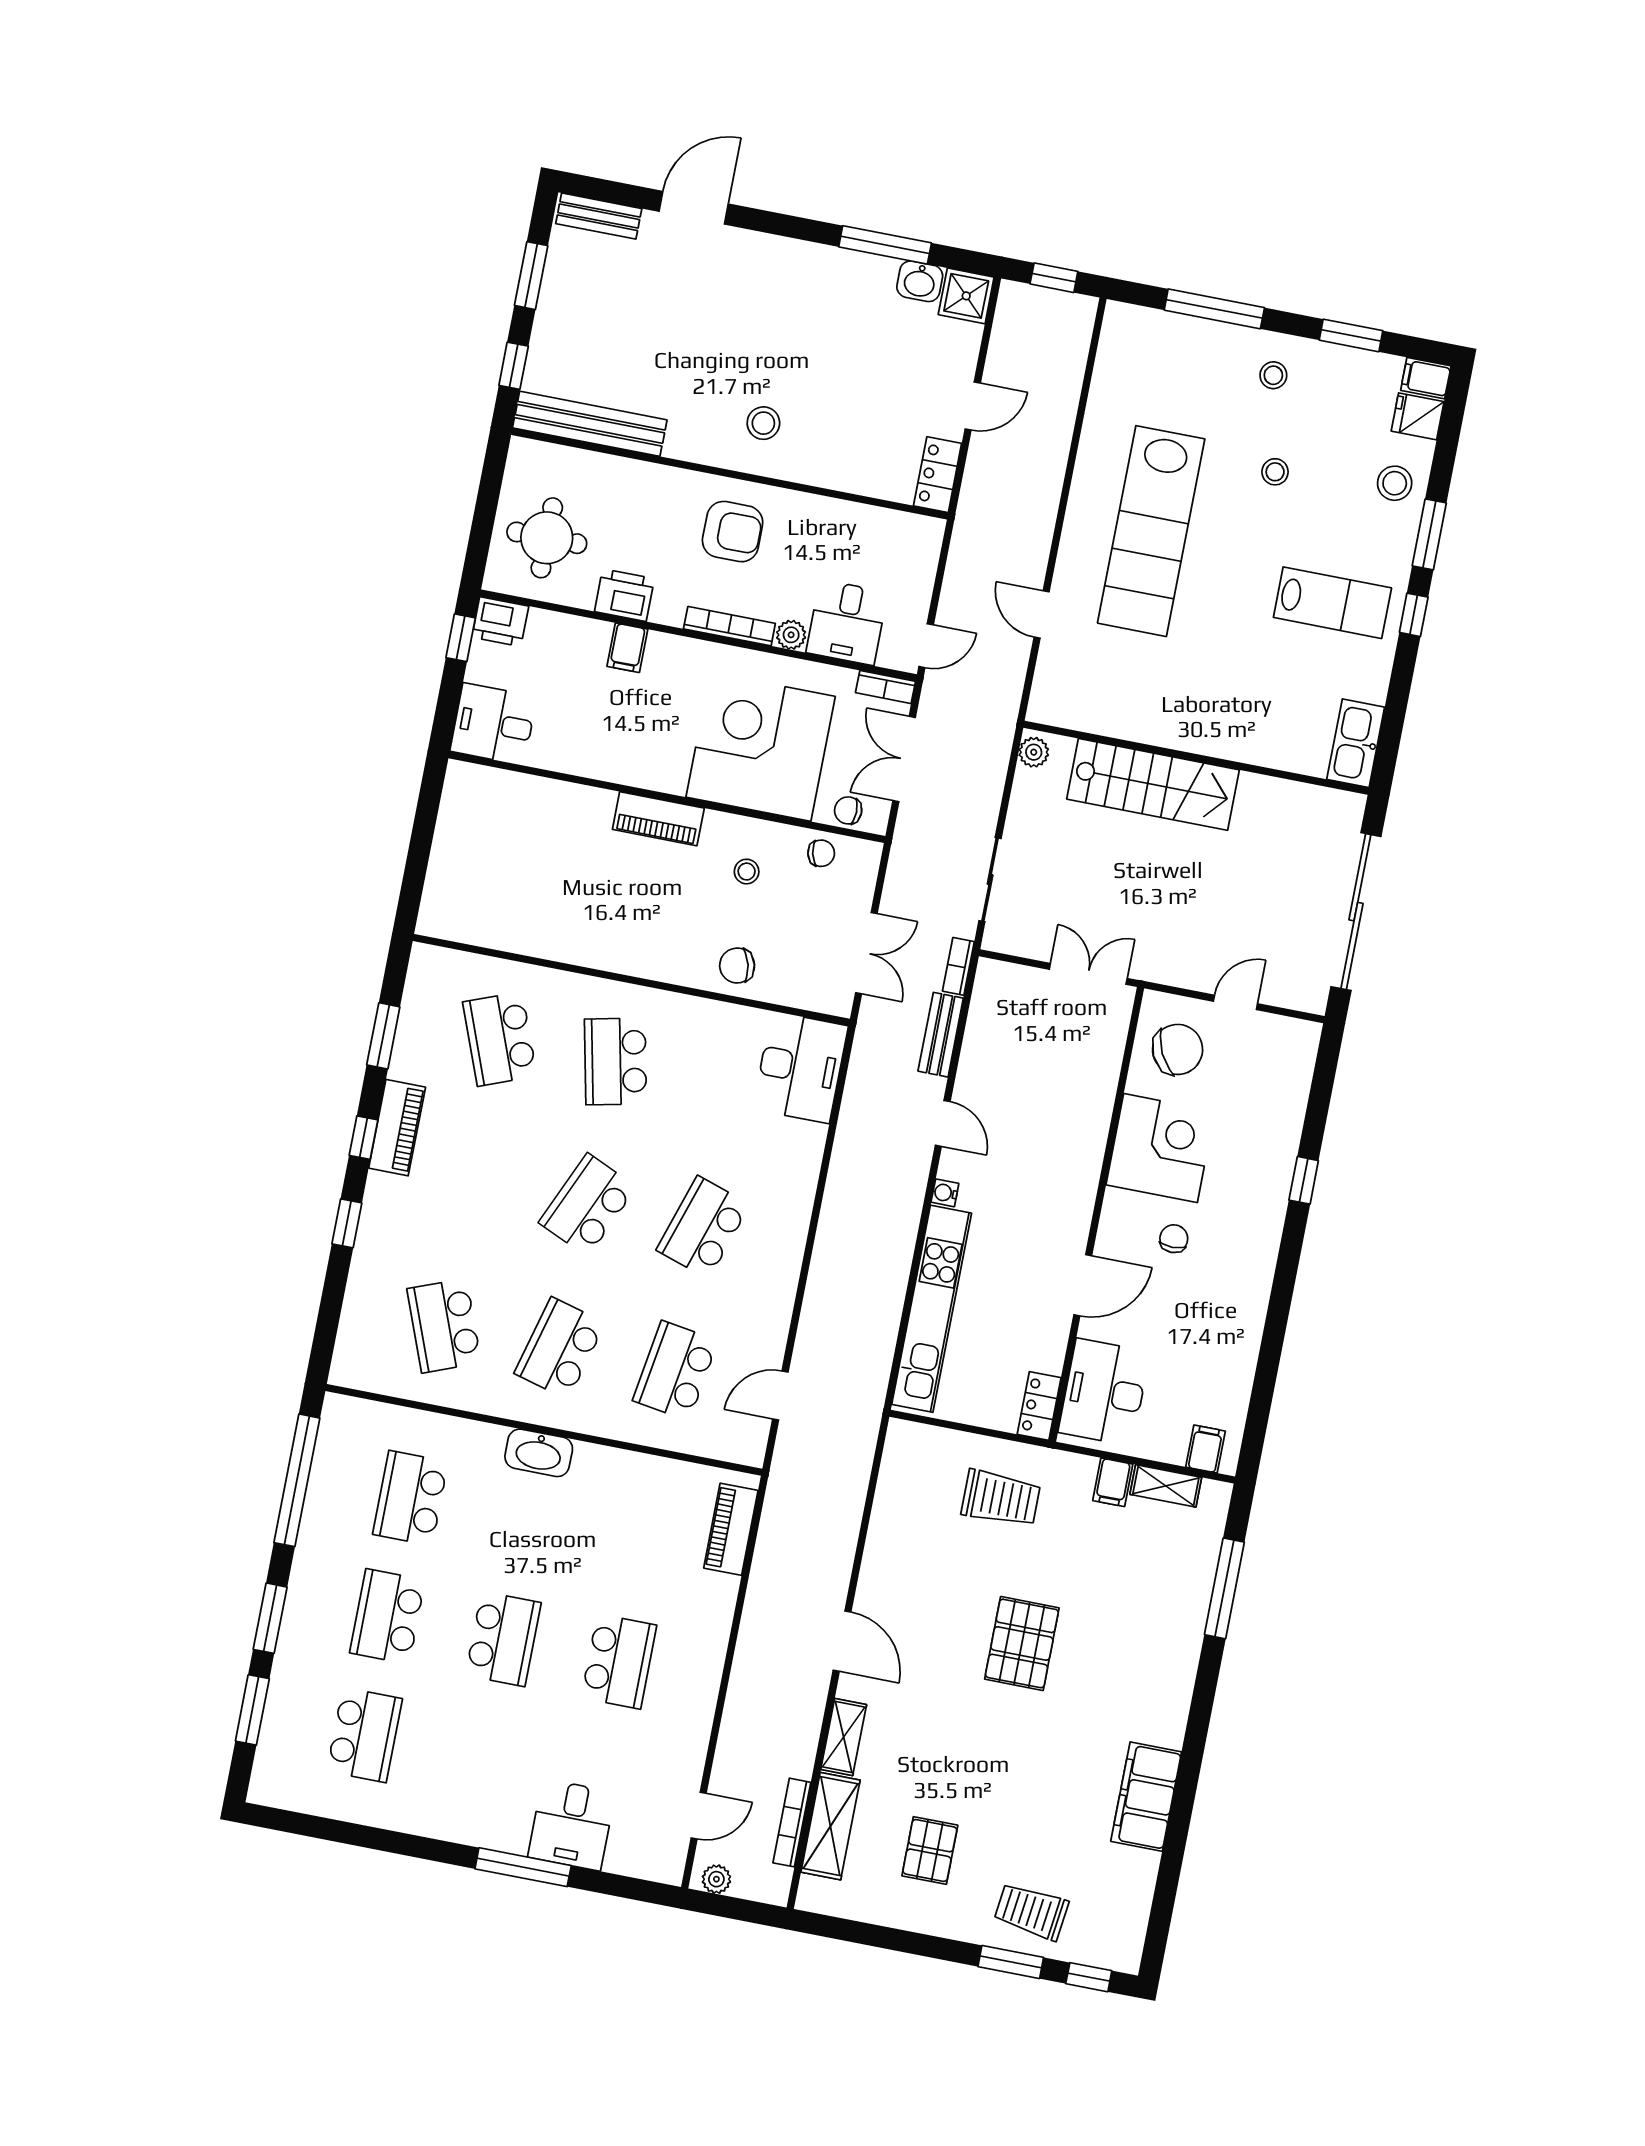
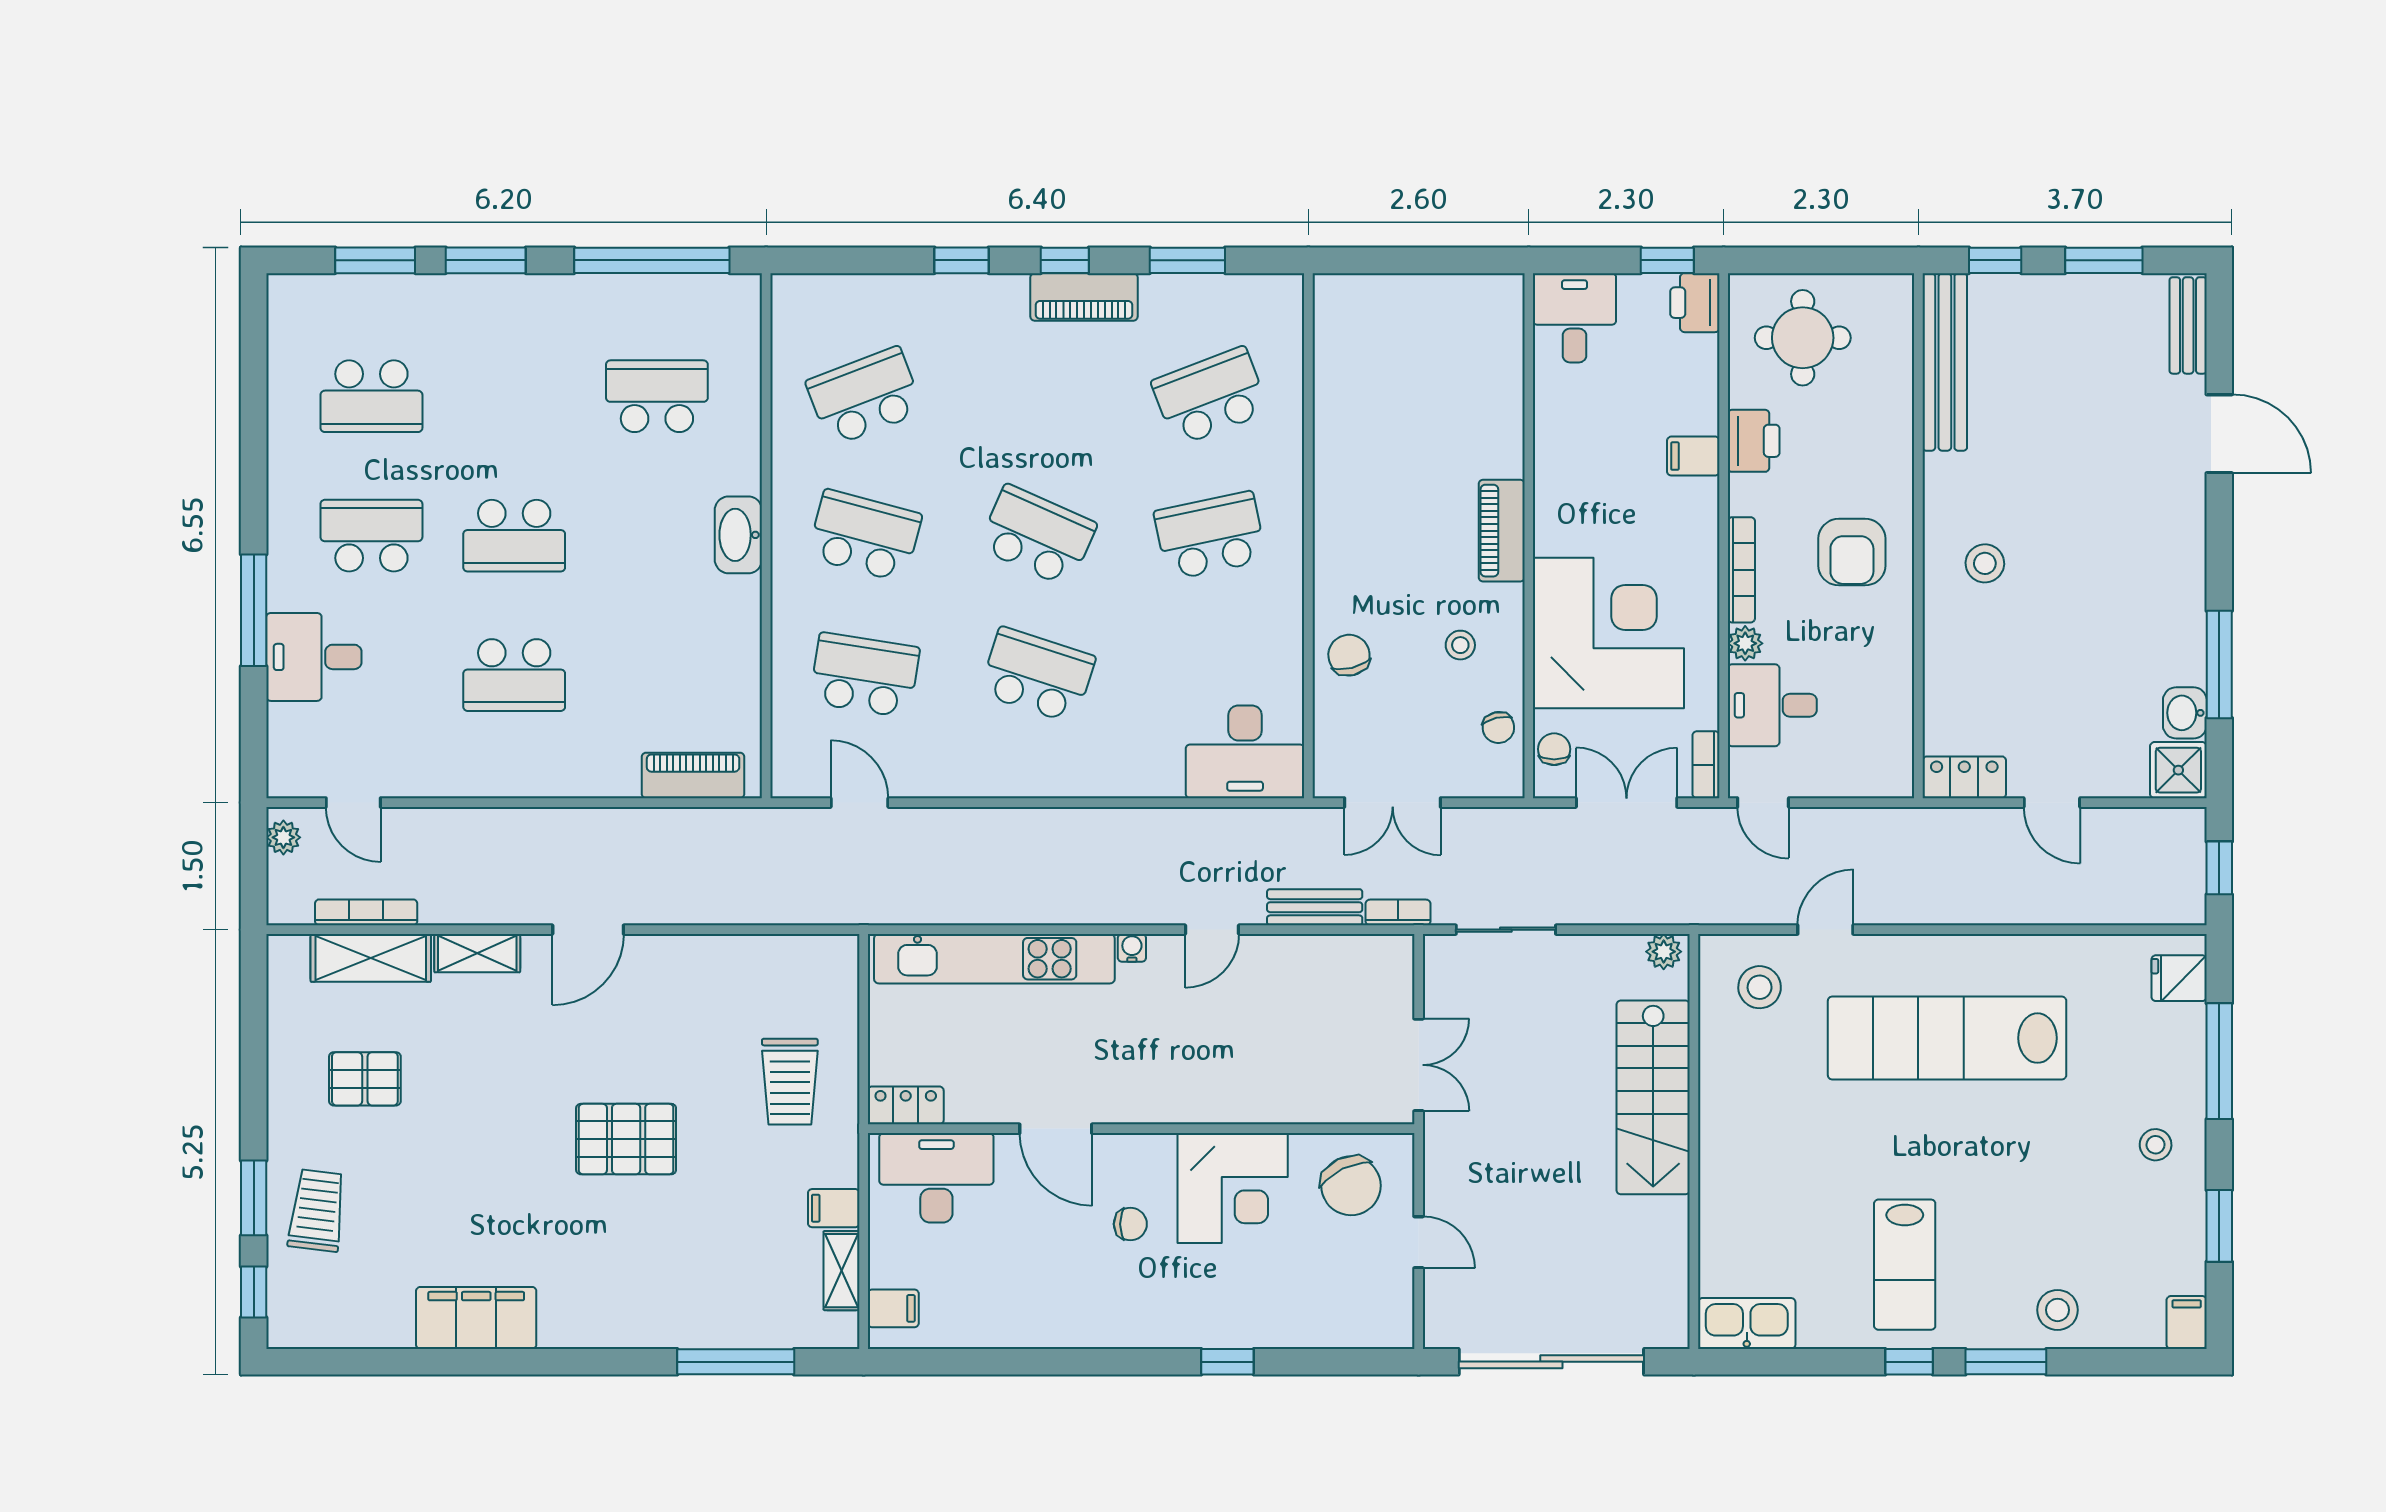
fridge: (1418, 416) -> (2179, 978), moved, turned -90
stool: (1275, 472) -> (1760, 987), moved, width x1.37, depth x1.37
school desk: (387, 1616) -> (371, 536), moved

